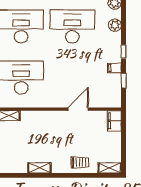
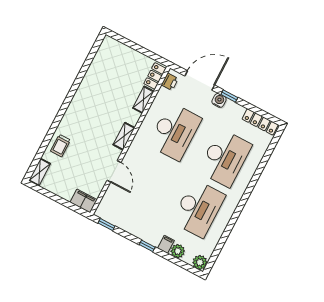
filing cabinet: (114, 68) -> (166, 244), moved
window: (124, 81) -> (106, 225), moved
shelving: (39, 168) -> (124, 136), moved

